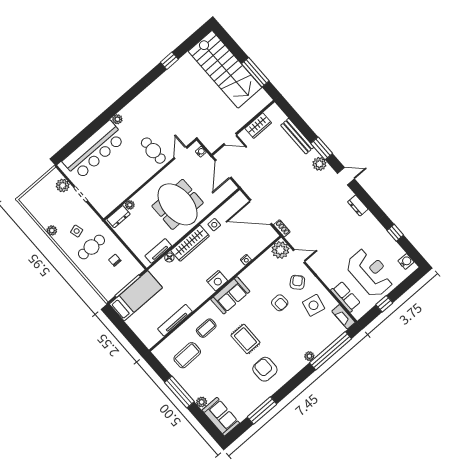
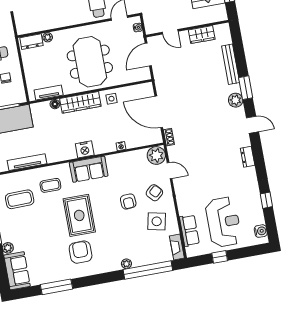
rug: (245, 339) -> (79, 215), width x1.36, depth x1.43

